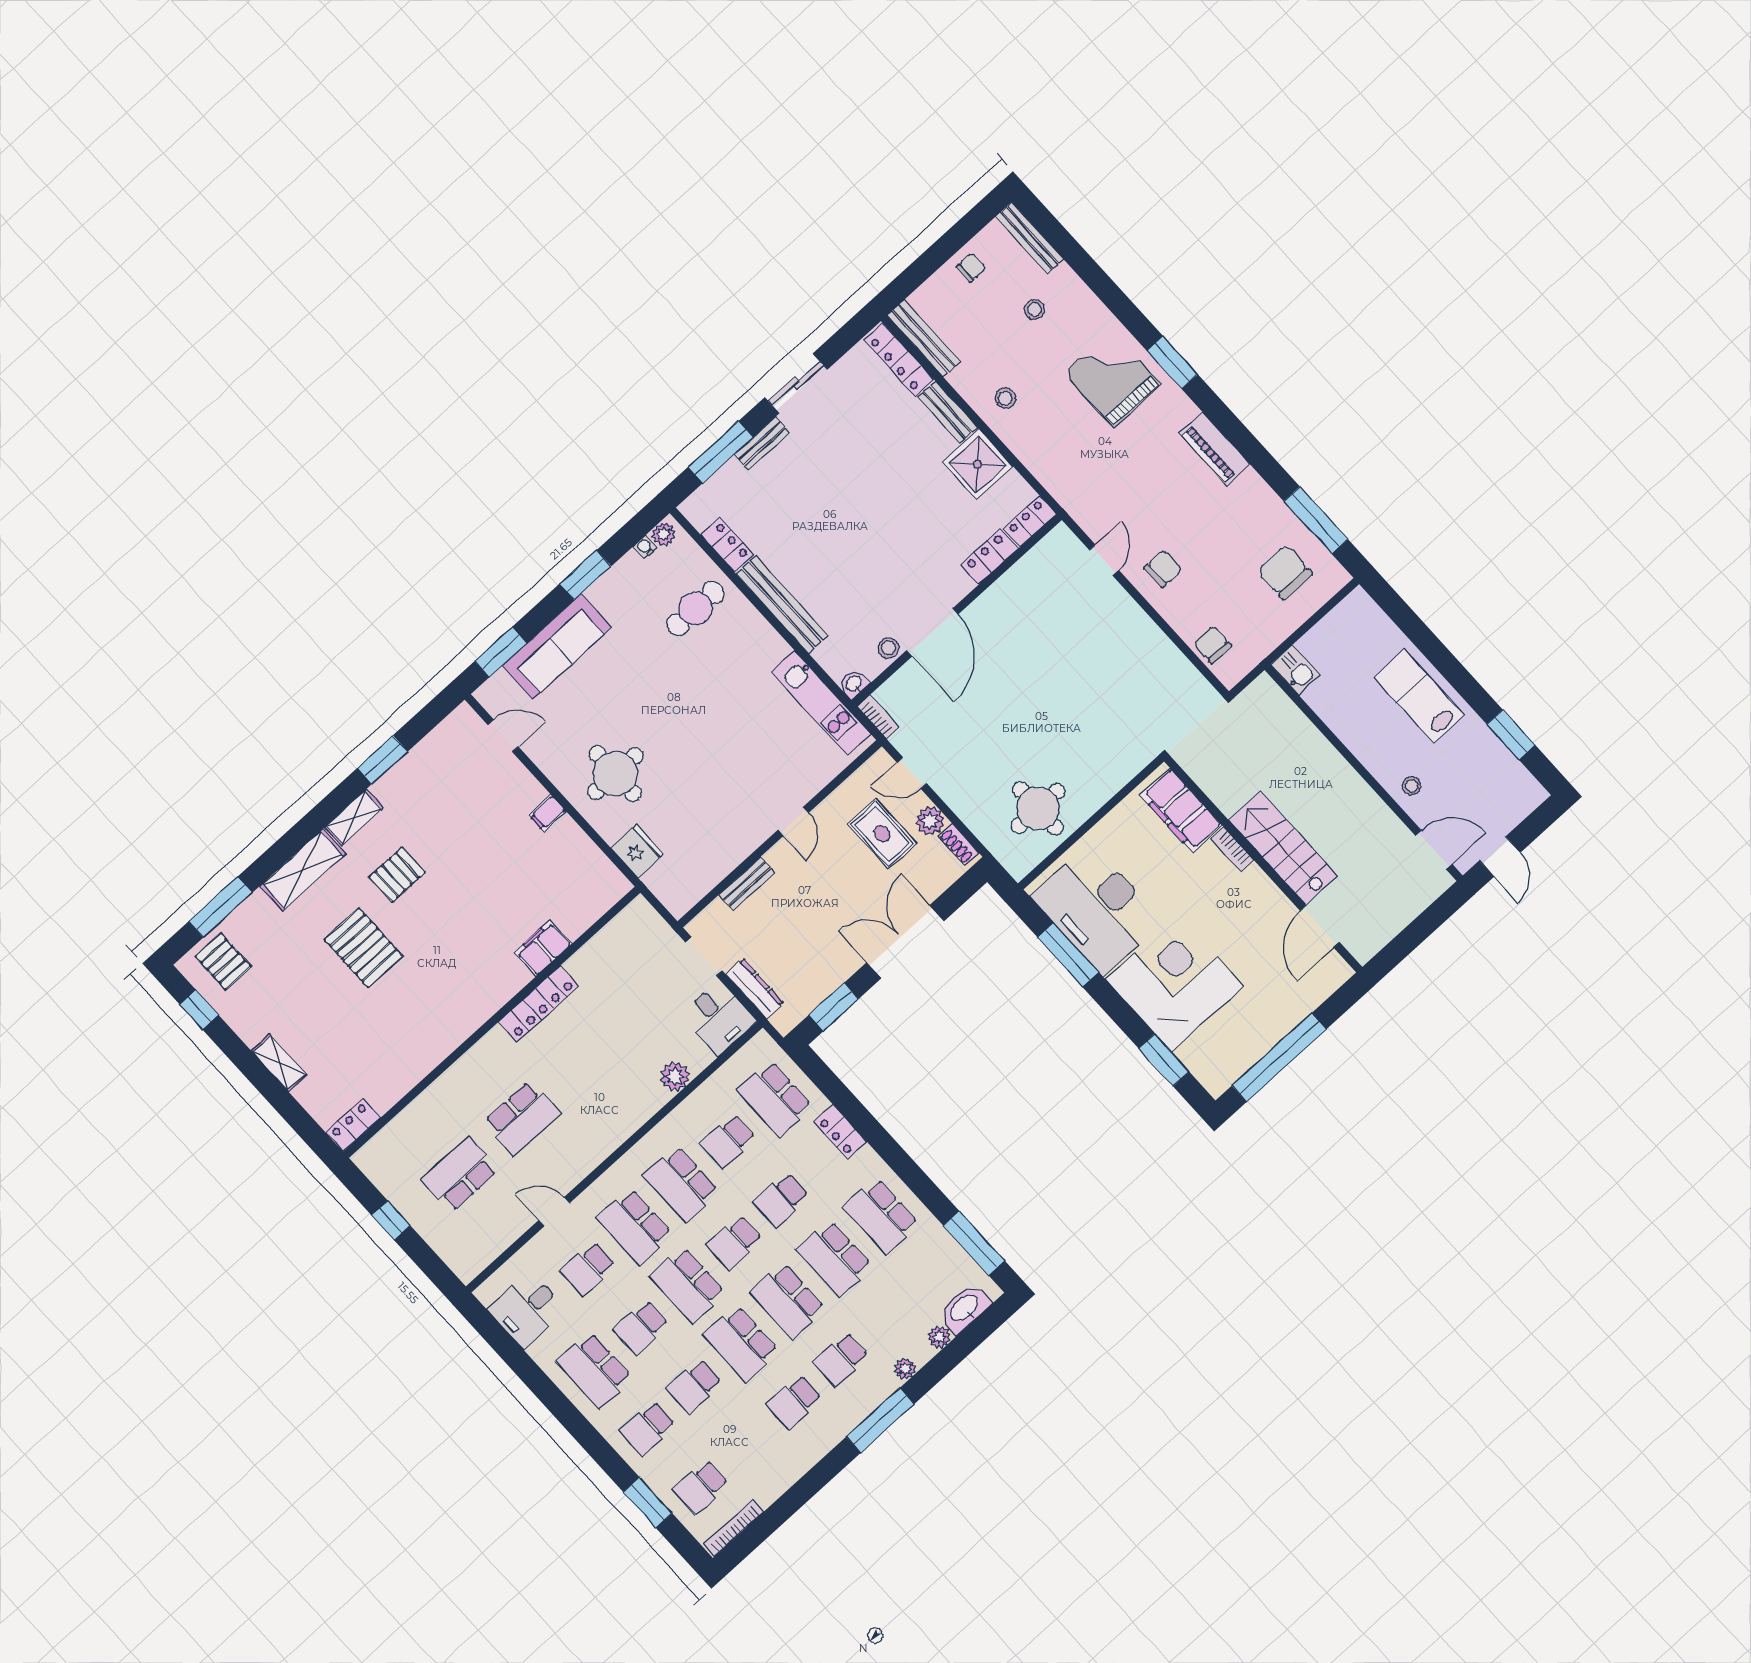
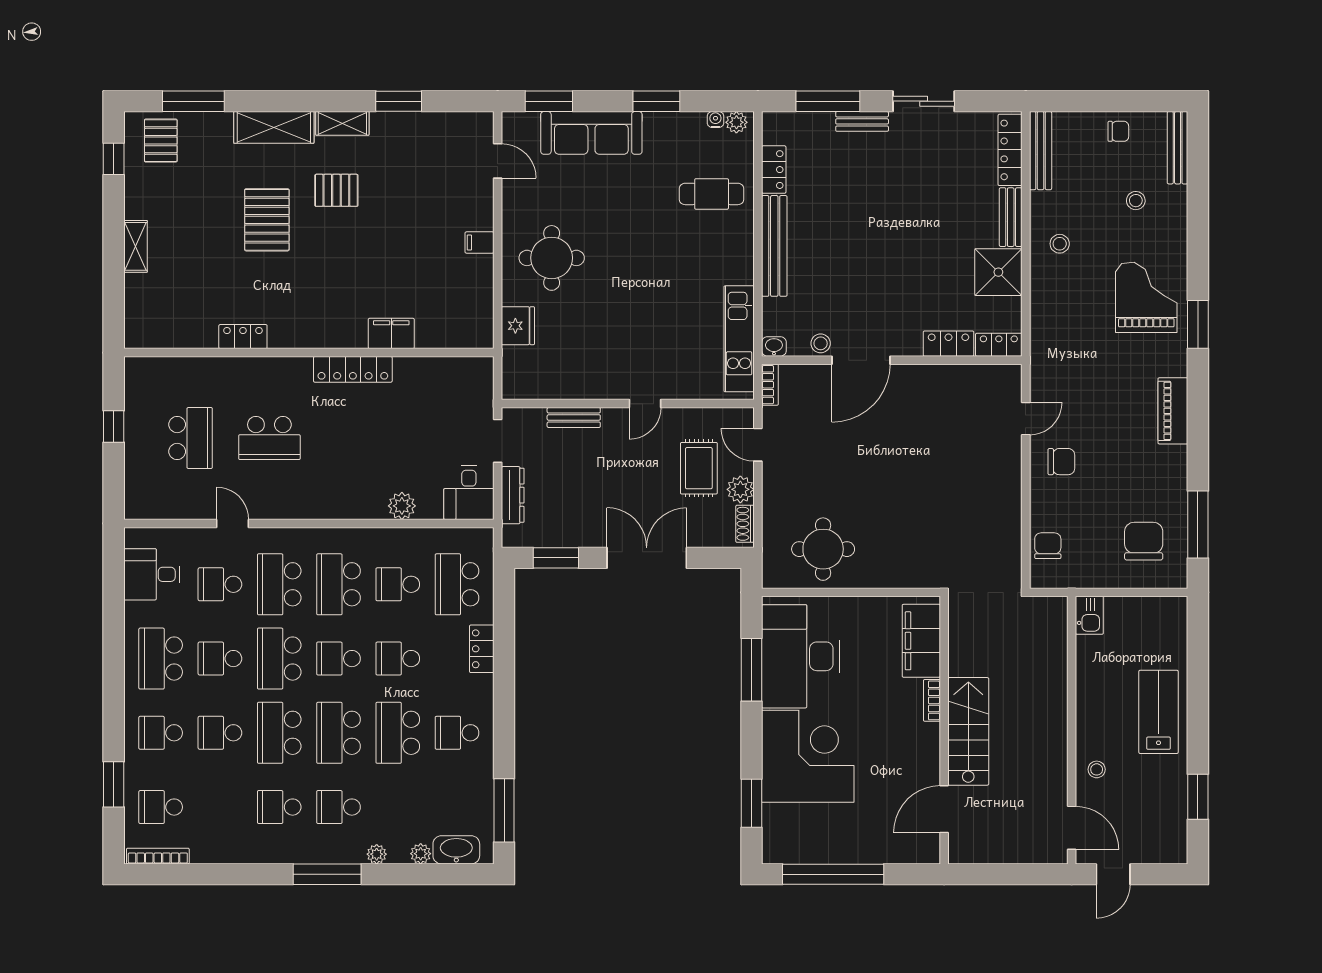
locker: (353, 1125) -> (243, 337), moved
school desk: (460, 1174) -> (191, 438), turned 90
school desk: (881, 1216) -> (457, 733), width x0.54

